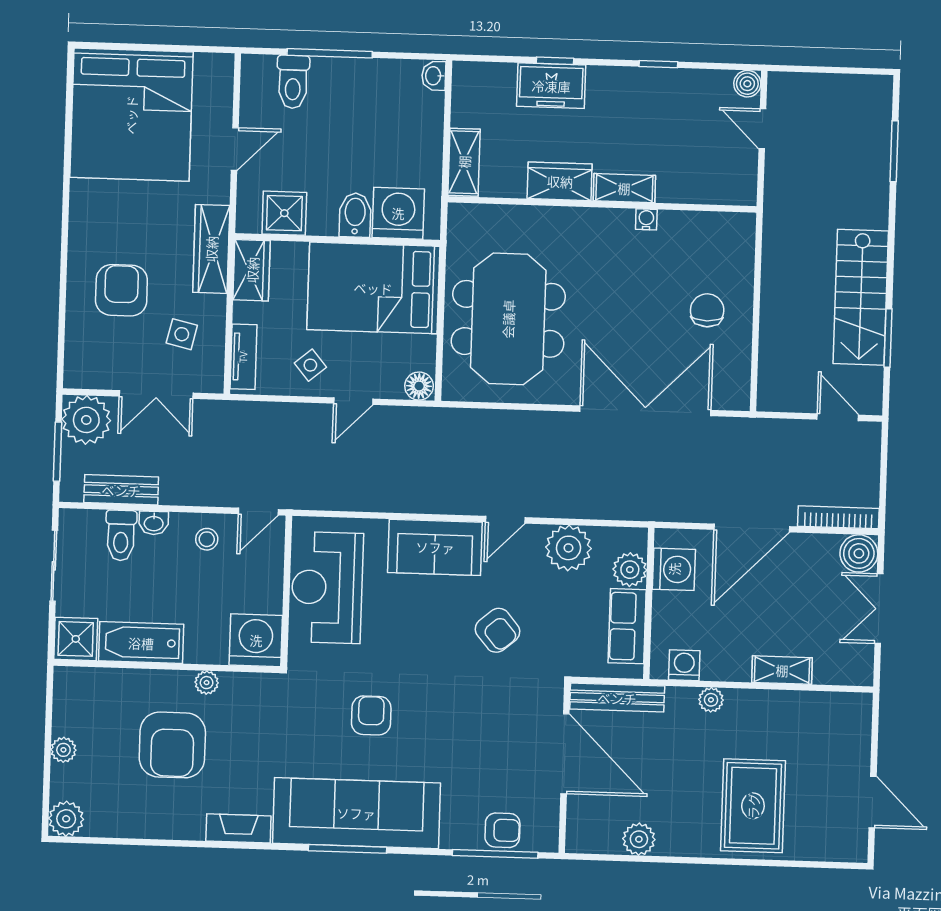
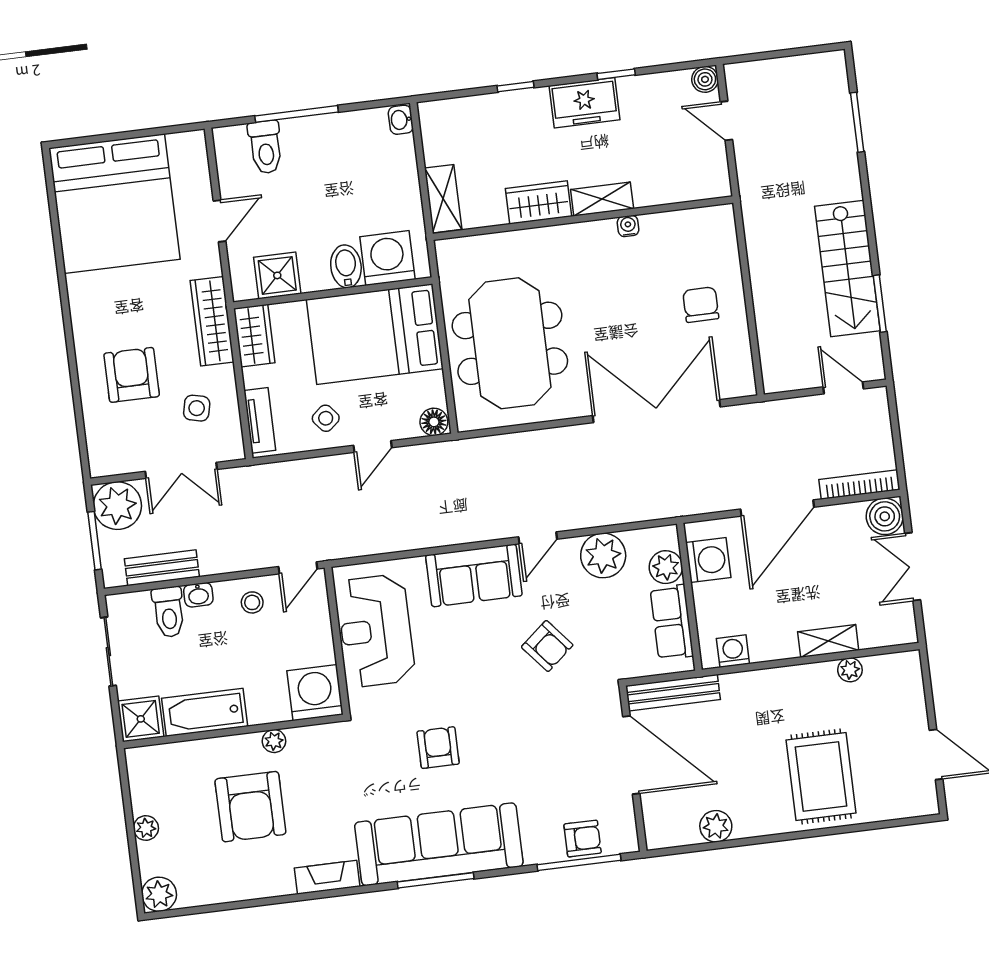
freezer: (551, 86) -> (585, 103), moved
plant: (711, 700) -> (850, 670), moved

